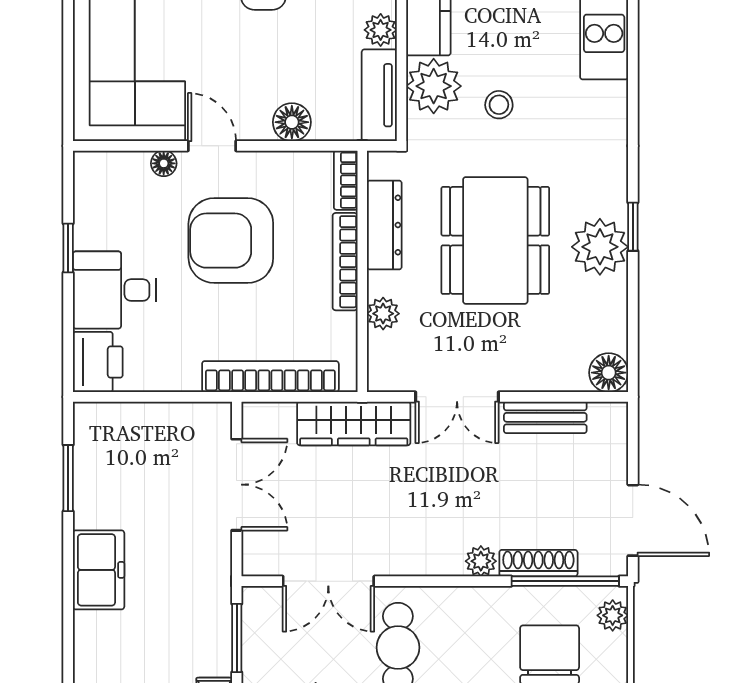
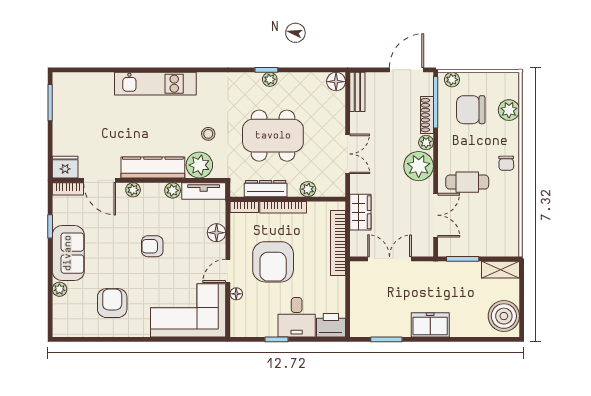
plant: (600, 247) -> (270, 79), width x0.53, depth x0.53
bench: (545, 417) -> (357, 92), moved
wardrobe: (354, 423) -> (360, 212), width x0.67
plant: (431, 546) -> (419, 166), added

